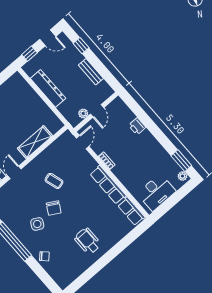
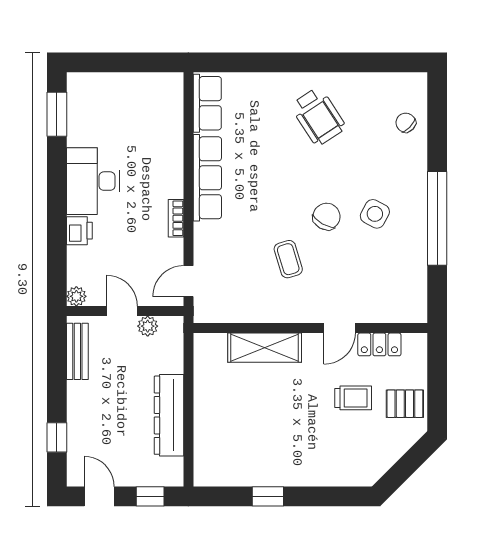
bench: (91, 72) -> (77, 351), moved
door: (97, 111) -> (122, 311), hinge flipped
plant: (182, 176) -> (76, 296), moved
desk: (156, 192) -> (93, 181), moved, turned -90
wheelchair: (88, 241) -> (318, 116), turned -33
chair: (44, 256) -> (406, 123), moved

